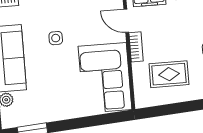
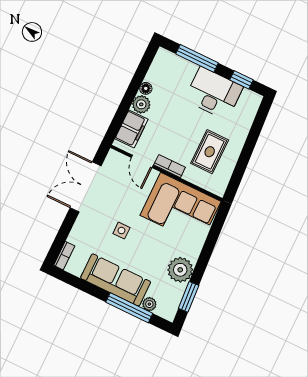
door: (126, 21) -> (142, 161), hinge flipped
plant: (52, 109) -> (180, 270), added

